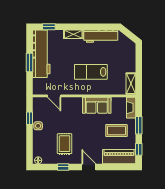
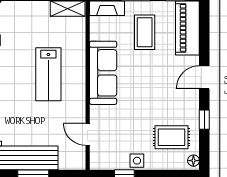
door: (54, 96) -> (88, 134), swing flipped
sofa: (97, 105) -> (103, 73), width x1.36
rug: (65, 144) -> (172, 137), moved

